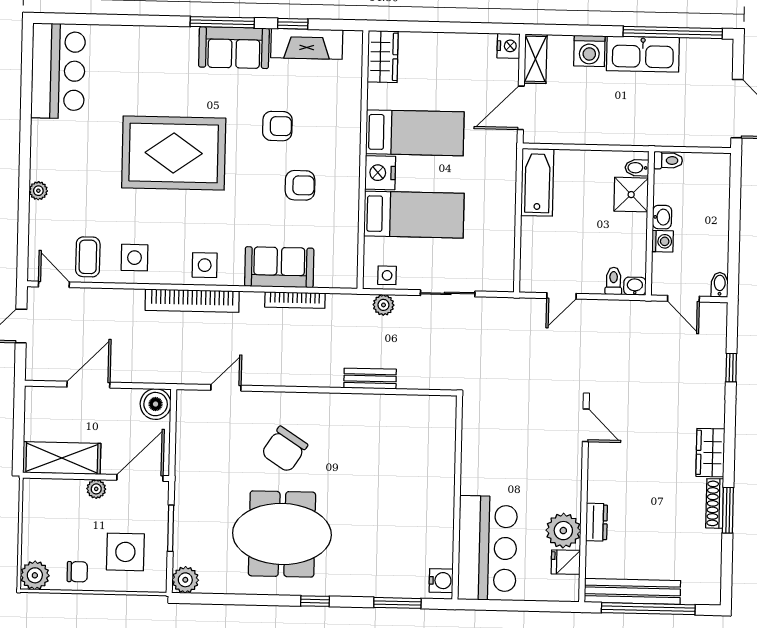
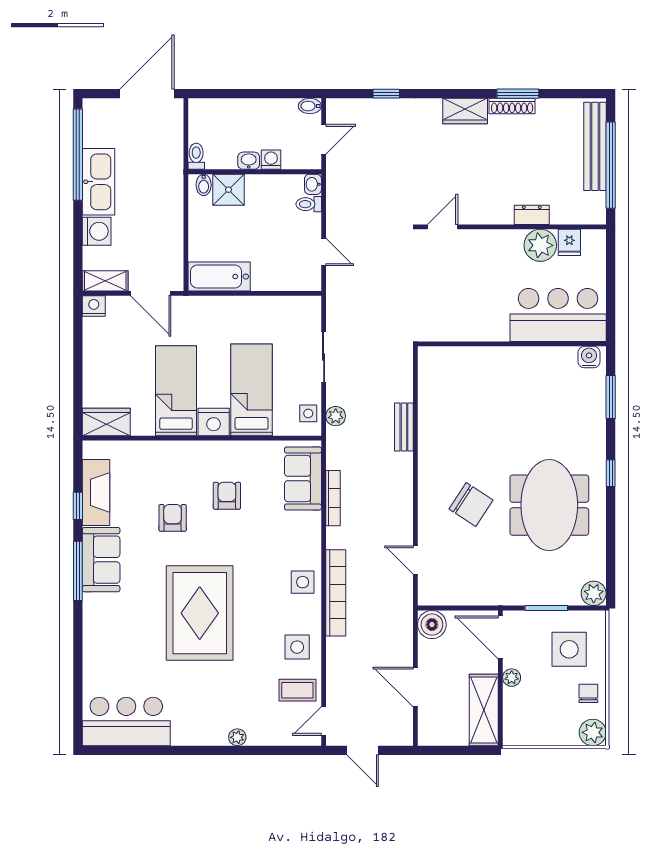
sofa: (279, 267) -> (303, 478), moved
bench: (632, 591) -> (595, 146), moved

